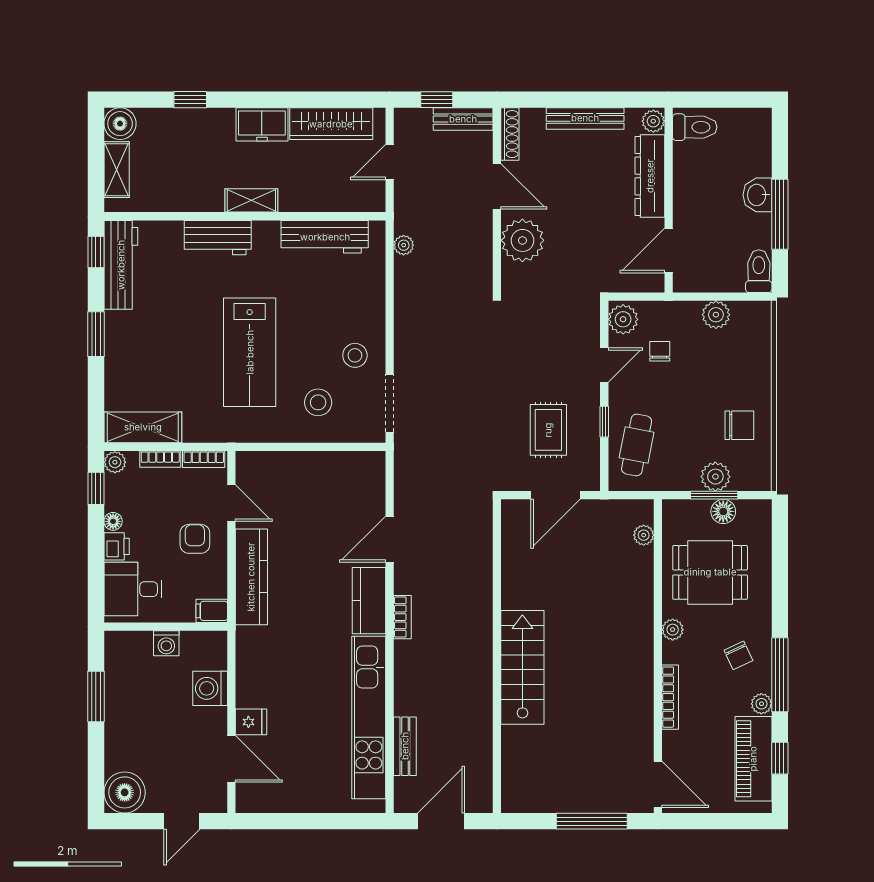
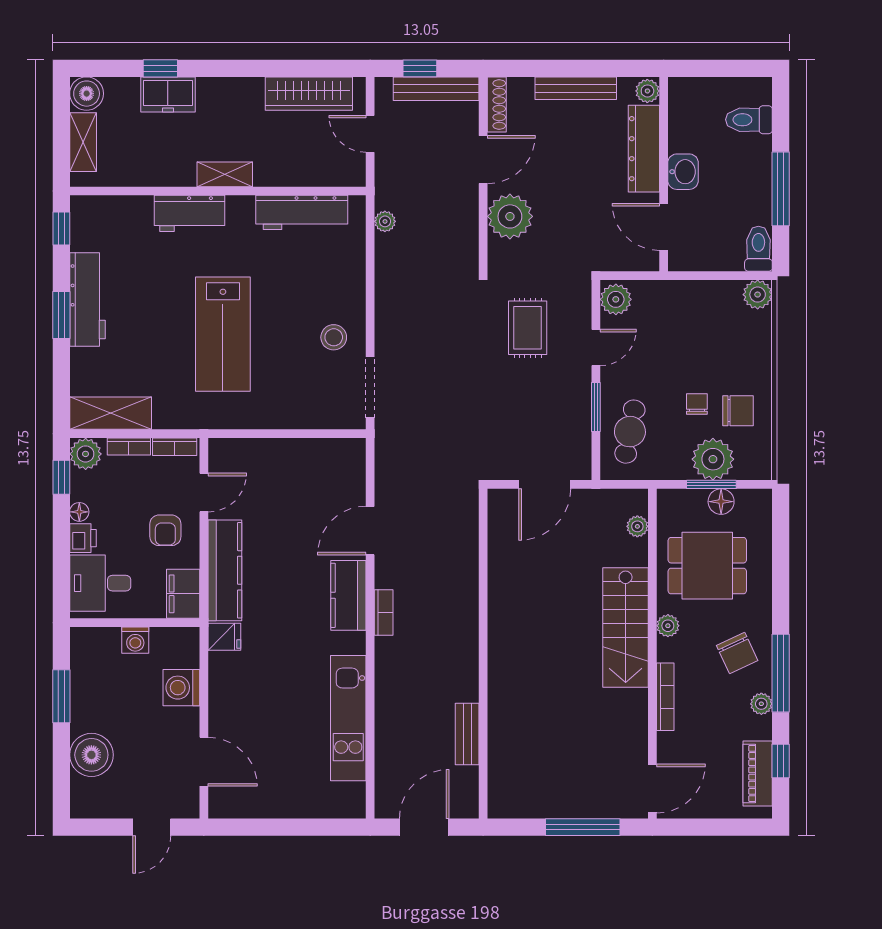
bench: (463, 119) -> (436, 89), width x1.36
freezer: (262, 124) -> (168, 94), moved
toilet: (695, 127) -> (749, 120), moved, turned 180
door: (390, 162) -> (370, 134), hinge flipped
door: (497, 186) -> (483, 160), hinge flipped
washbasin: (757, 195) -> (683, 172), moved, turned 180
door: (669, 250) -> (664, 227), hinge flipped
workbench: (121, 265) -> (87, 299), moved
plant: (716, 315) -> (758, 295), moved
chair: (660, 351) -> (697, 404), moved
stool: (318, 402) -> (295, 387), removed
window: (604, 422) -> (596, 407), width x1.50
rug: (548, 430) -> (528, 328), moved
plant: (115, 462) -> (86, 454), width x1.38, depth x1.38
plant: (715, 477) -> (713, 459), width x1.36, depth x1.36
door: (231, 503) -> (204, 493), hinge flipped
armchair: (195, 539) -> (165, 530), turned 180
filing cabinet: (212, 611) -> (183, 594), width x2.00
chair: (738, 655) -> (737, 653), width x1.37, depth x1.37
stairs: (522, 667) -> (626, 628), moved, turned 180
kitchen unit: (369, 717) -> (348, 718), width x0.73
fridge: (251, 722) -> (224, 637), moved
bench: (405, 746) -> (467, 734), moved
piano: (753, 759) -> (758, 773), width x0.73, depth x0.75
door: (658, 784) -> (652, 789), hinge flipped
boiler: (125, 792) -> (91, 755), moved

